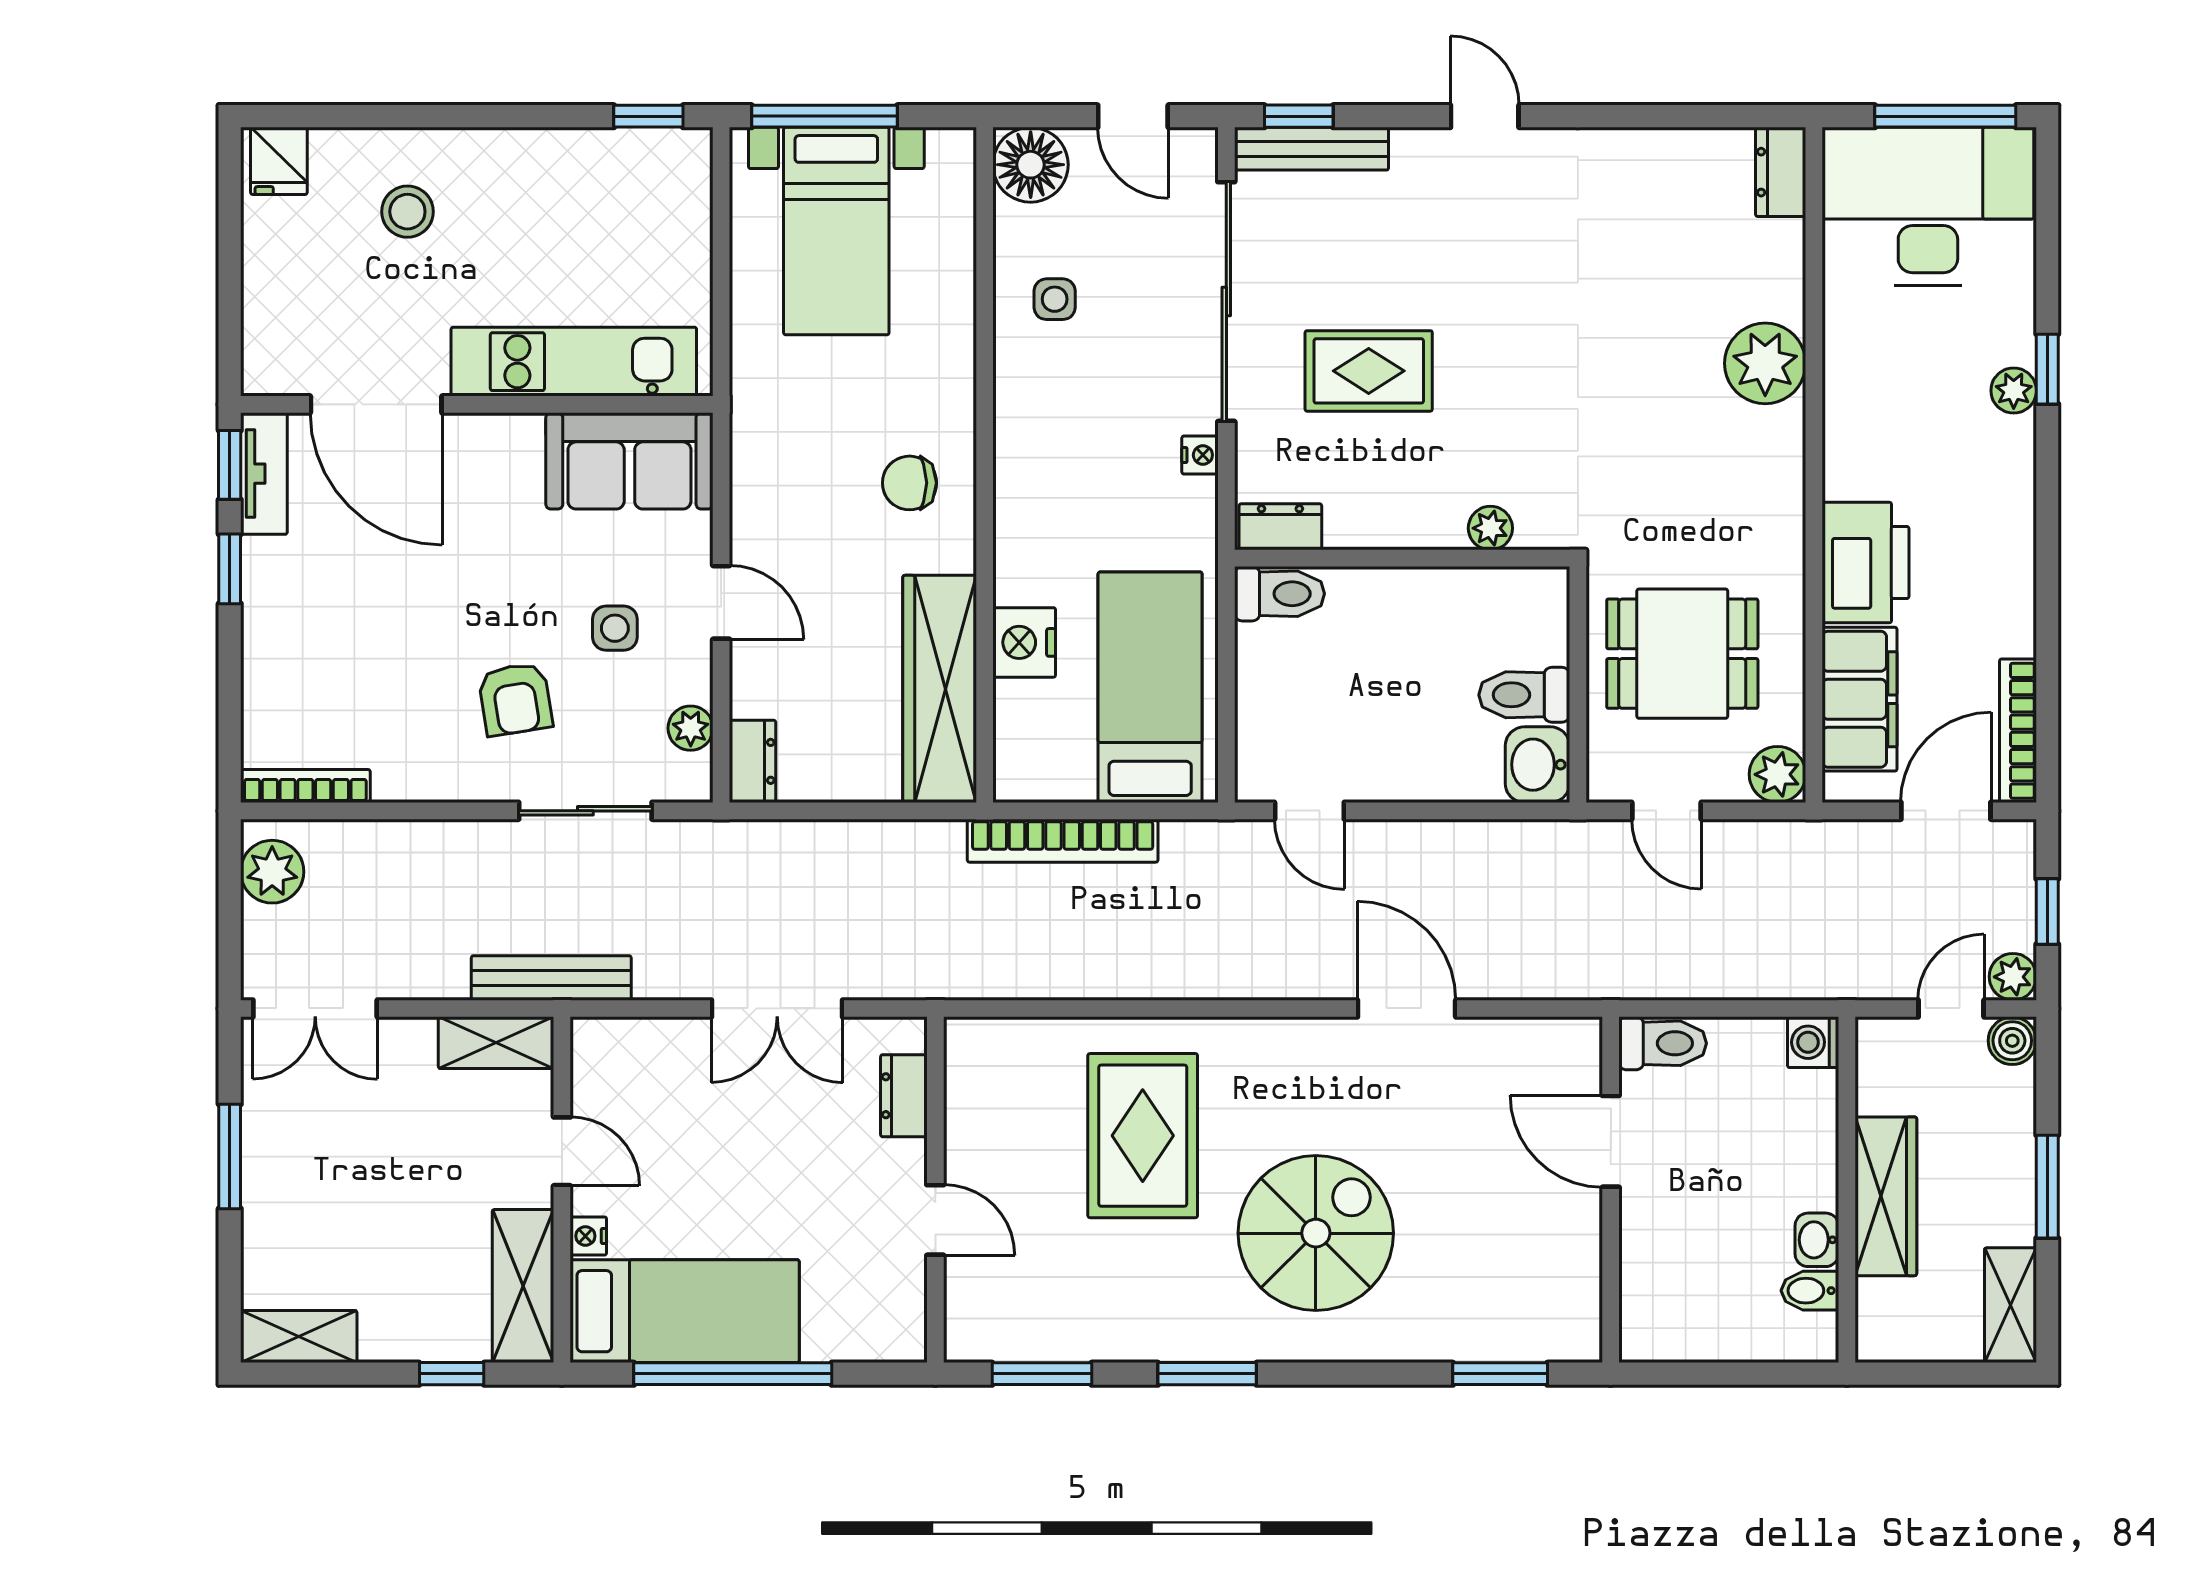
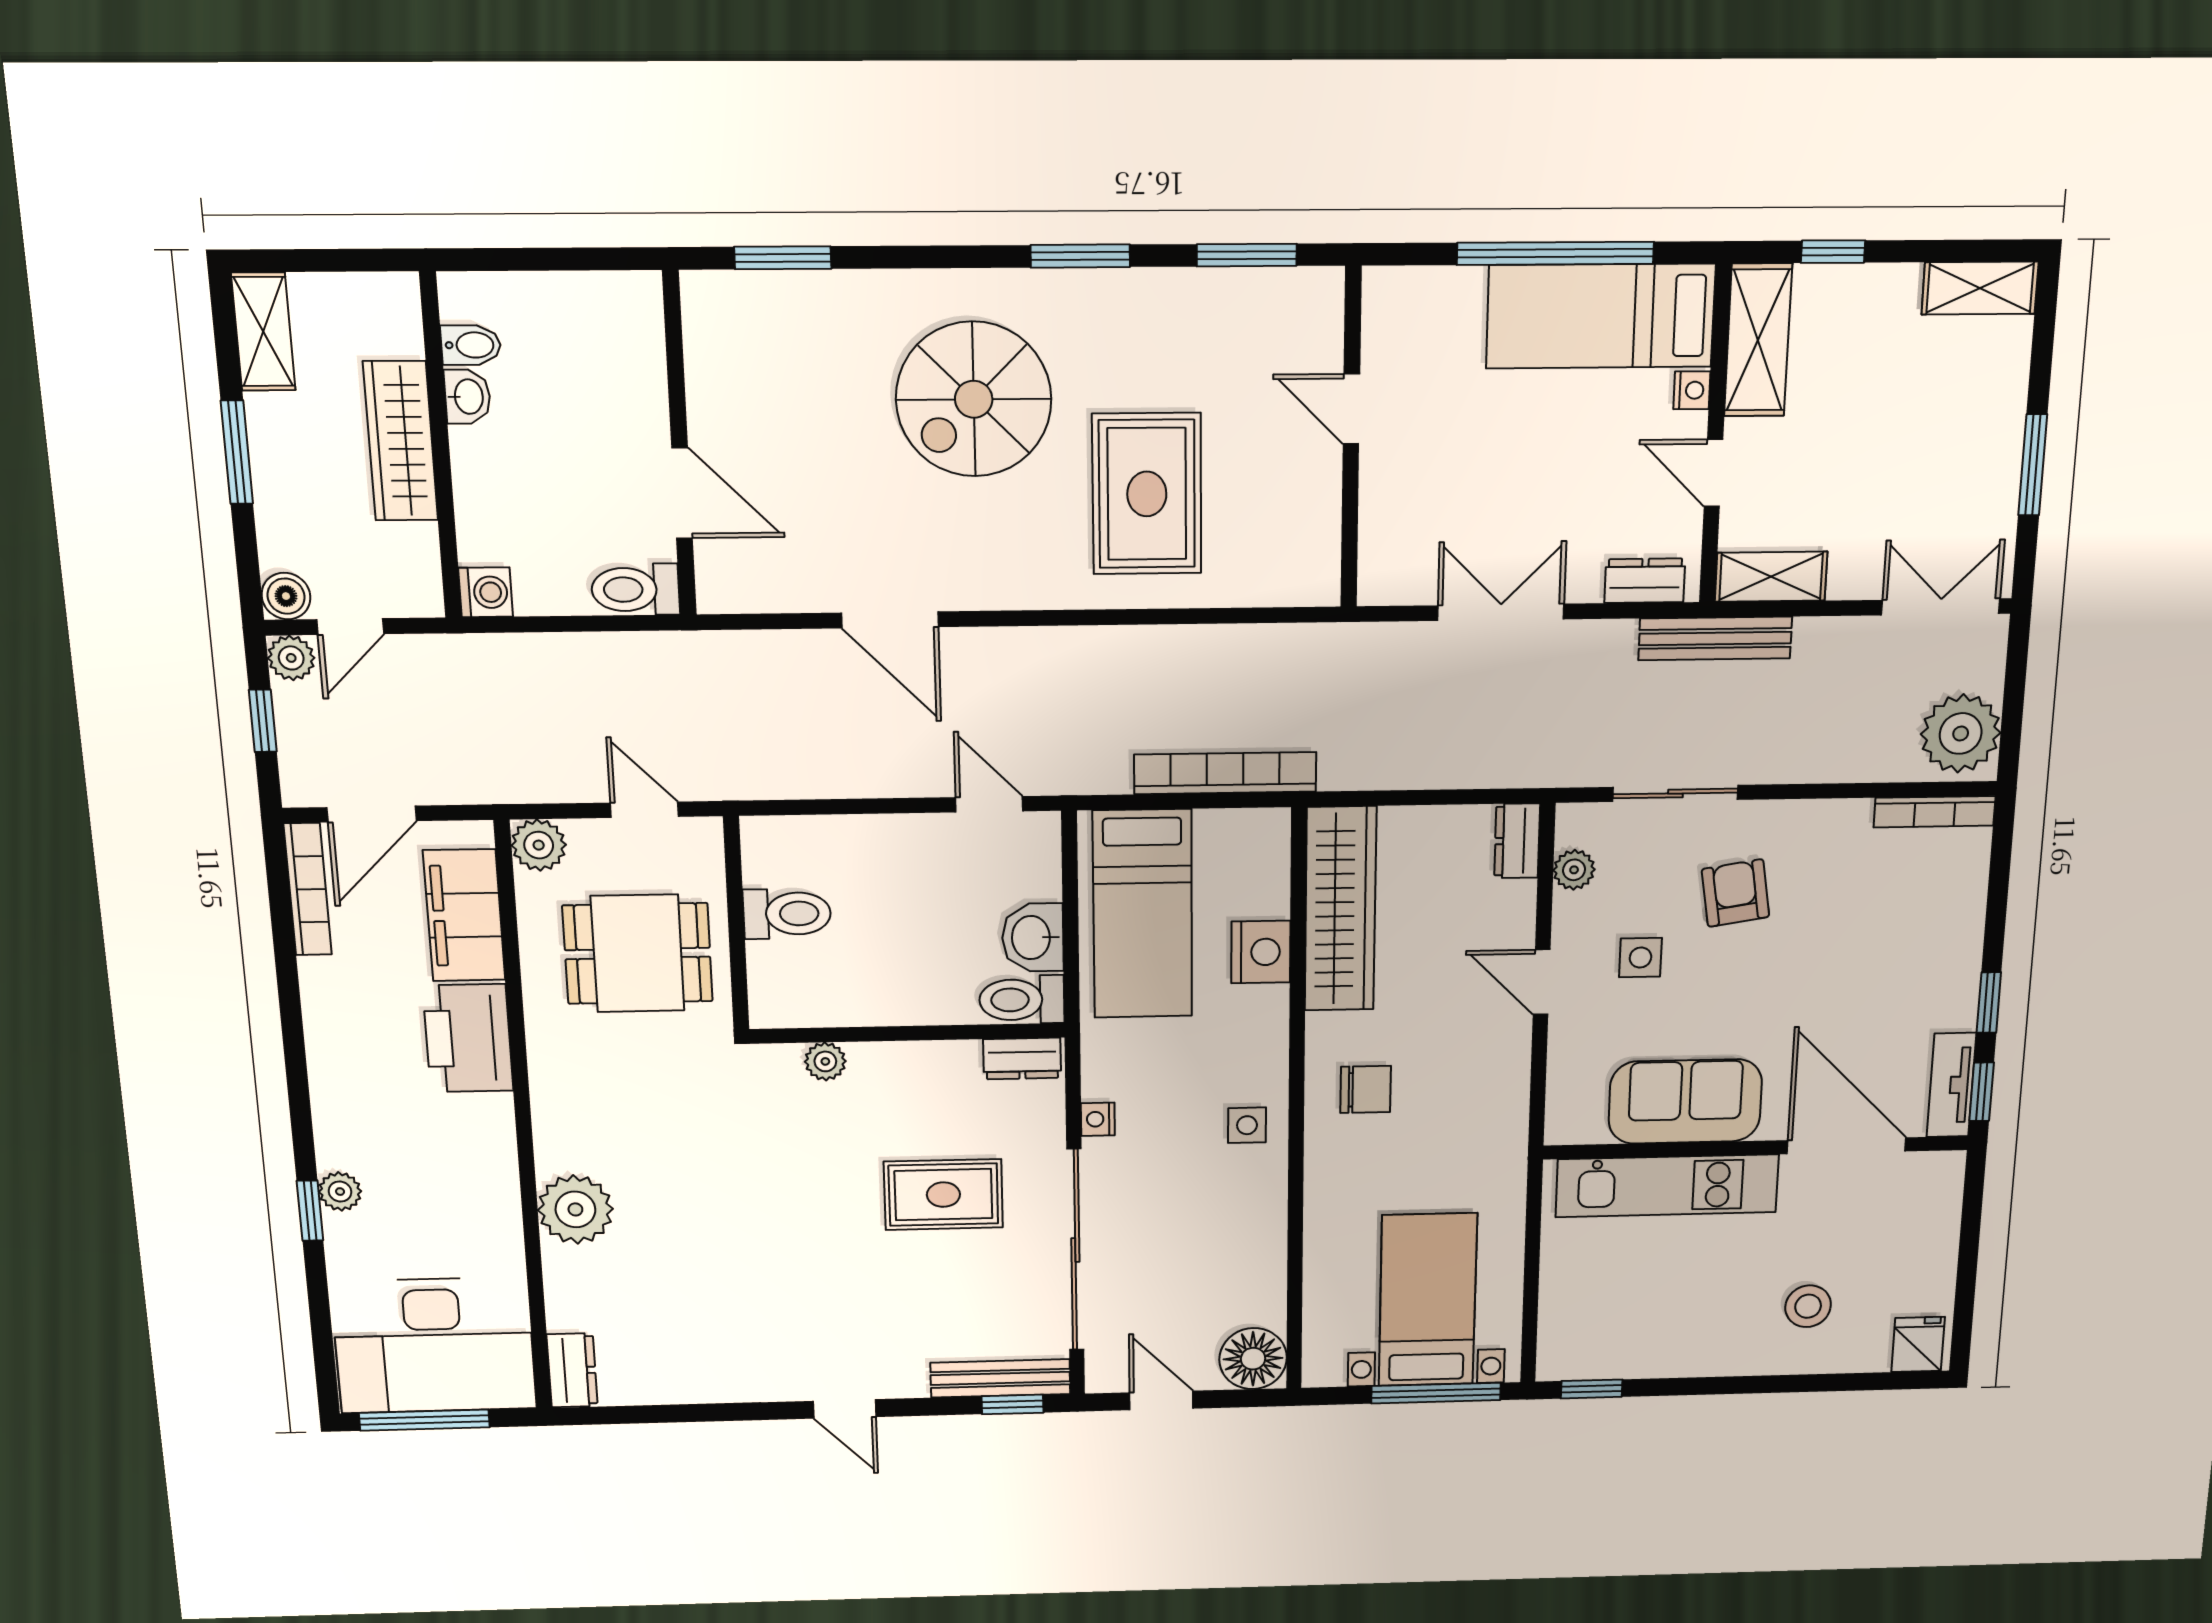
side table: (1055, 299) -> (1247, 1125), moved
sofa: (629, 461) -> (1685, 1101), moved
washbasin: (1537, 765) -> (1033, 938), moved, turned 180
plant: (272, 872) -> (1961, 733), width x1.36, depth x1.36
dresser: (904, 1096) -> (1645, 581), moved, turned -90

